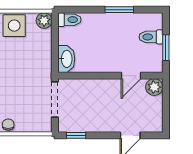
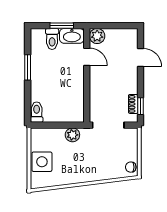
plant: (44, 21) -> (72, 135), moved
washbasin: (66, 59) -> (72, 36), moved, turned 180
shoe rack: (79, 127) -> (133, 104), added

